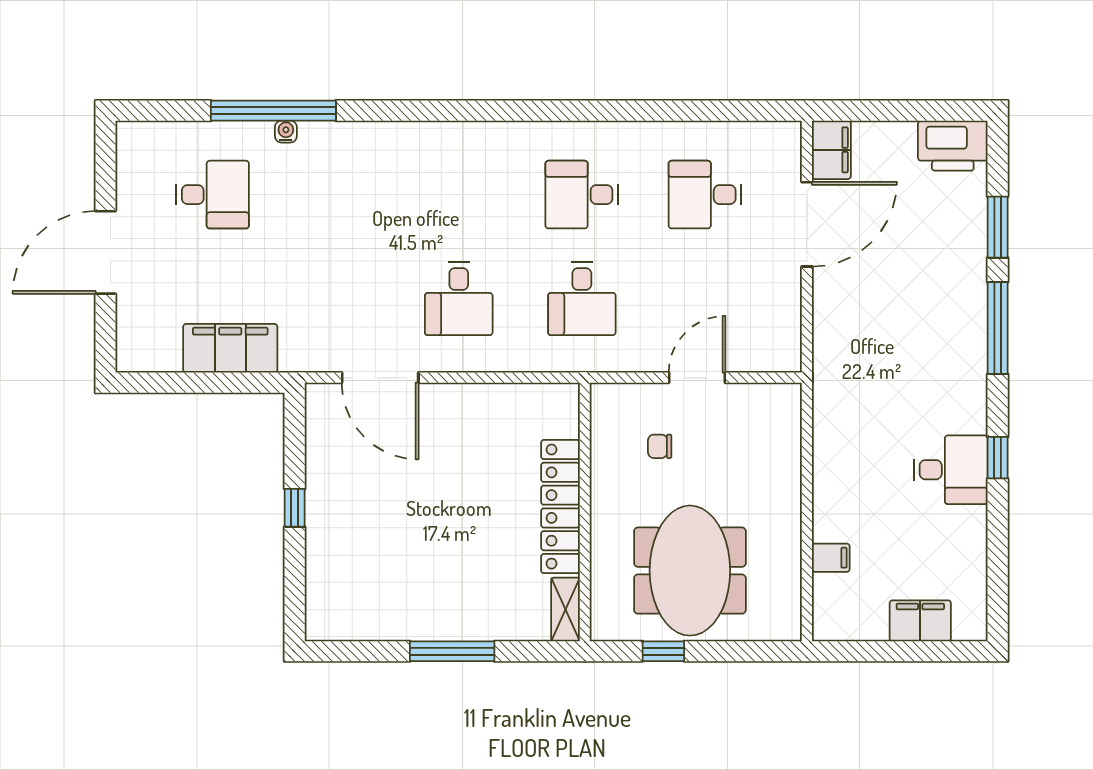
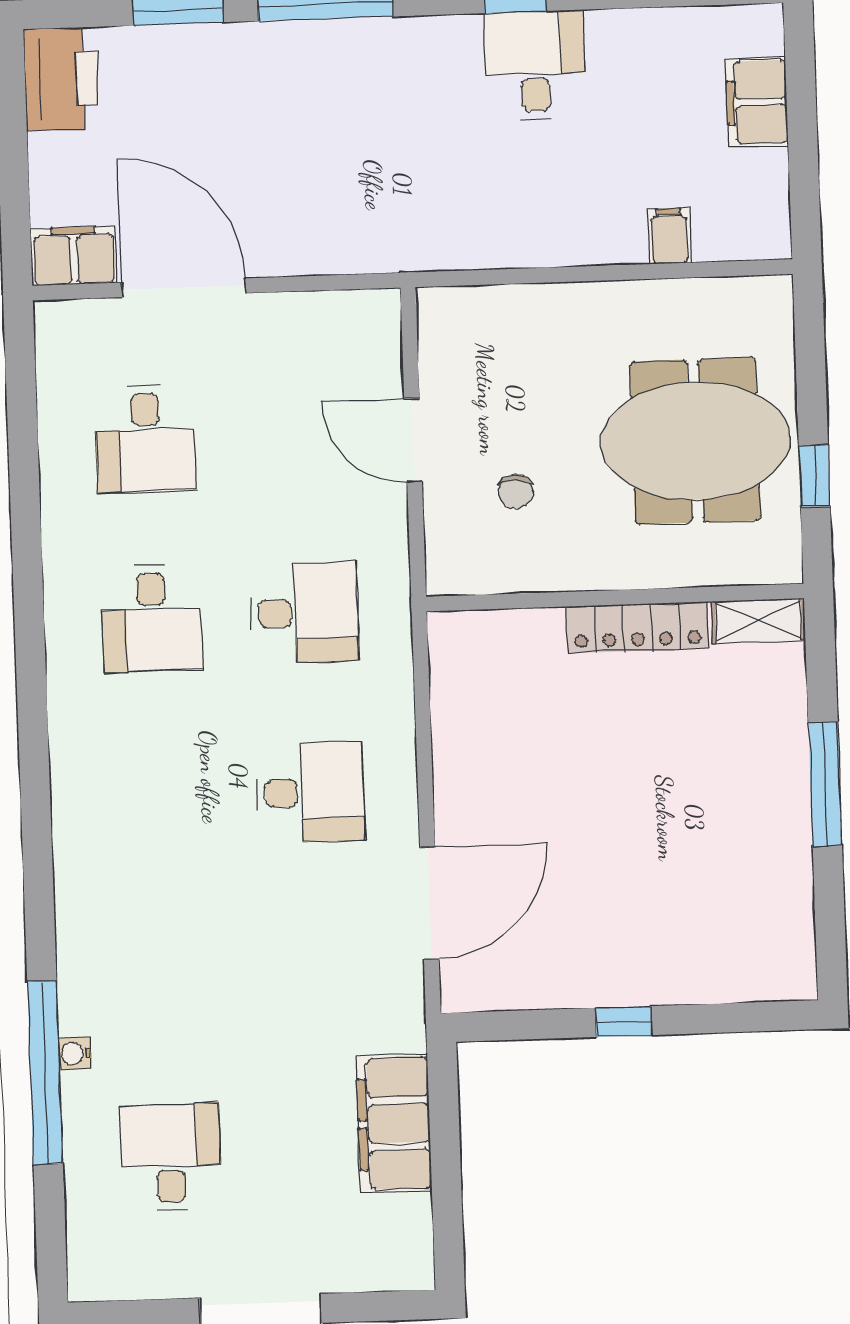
locker: (560, 507) -> (637, 627), width x0.71, depth x0.83

